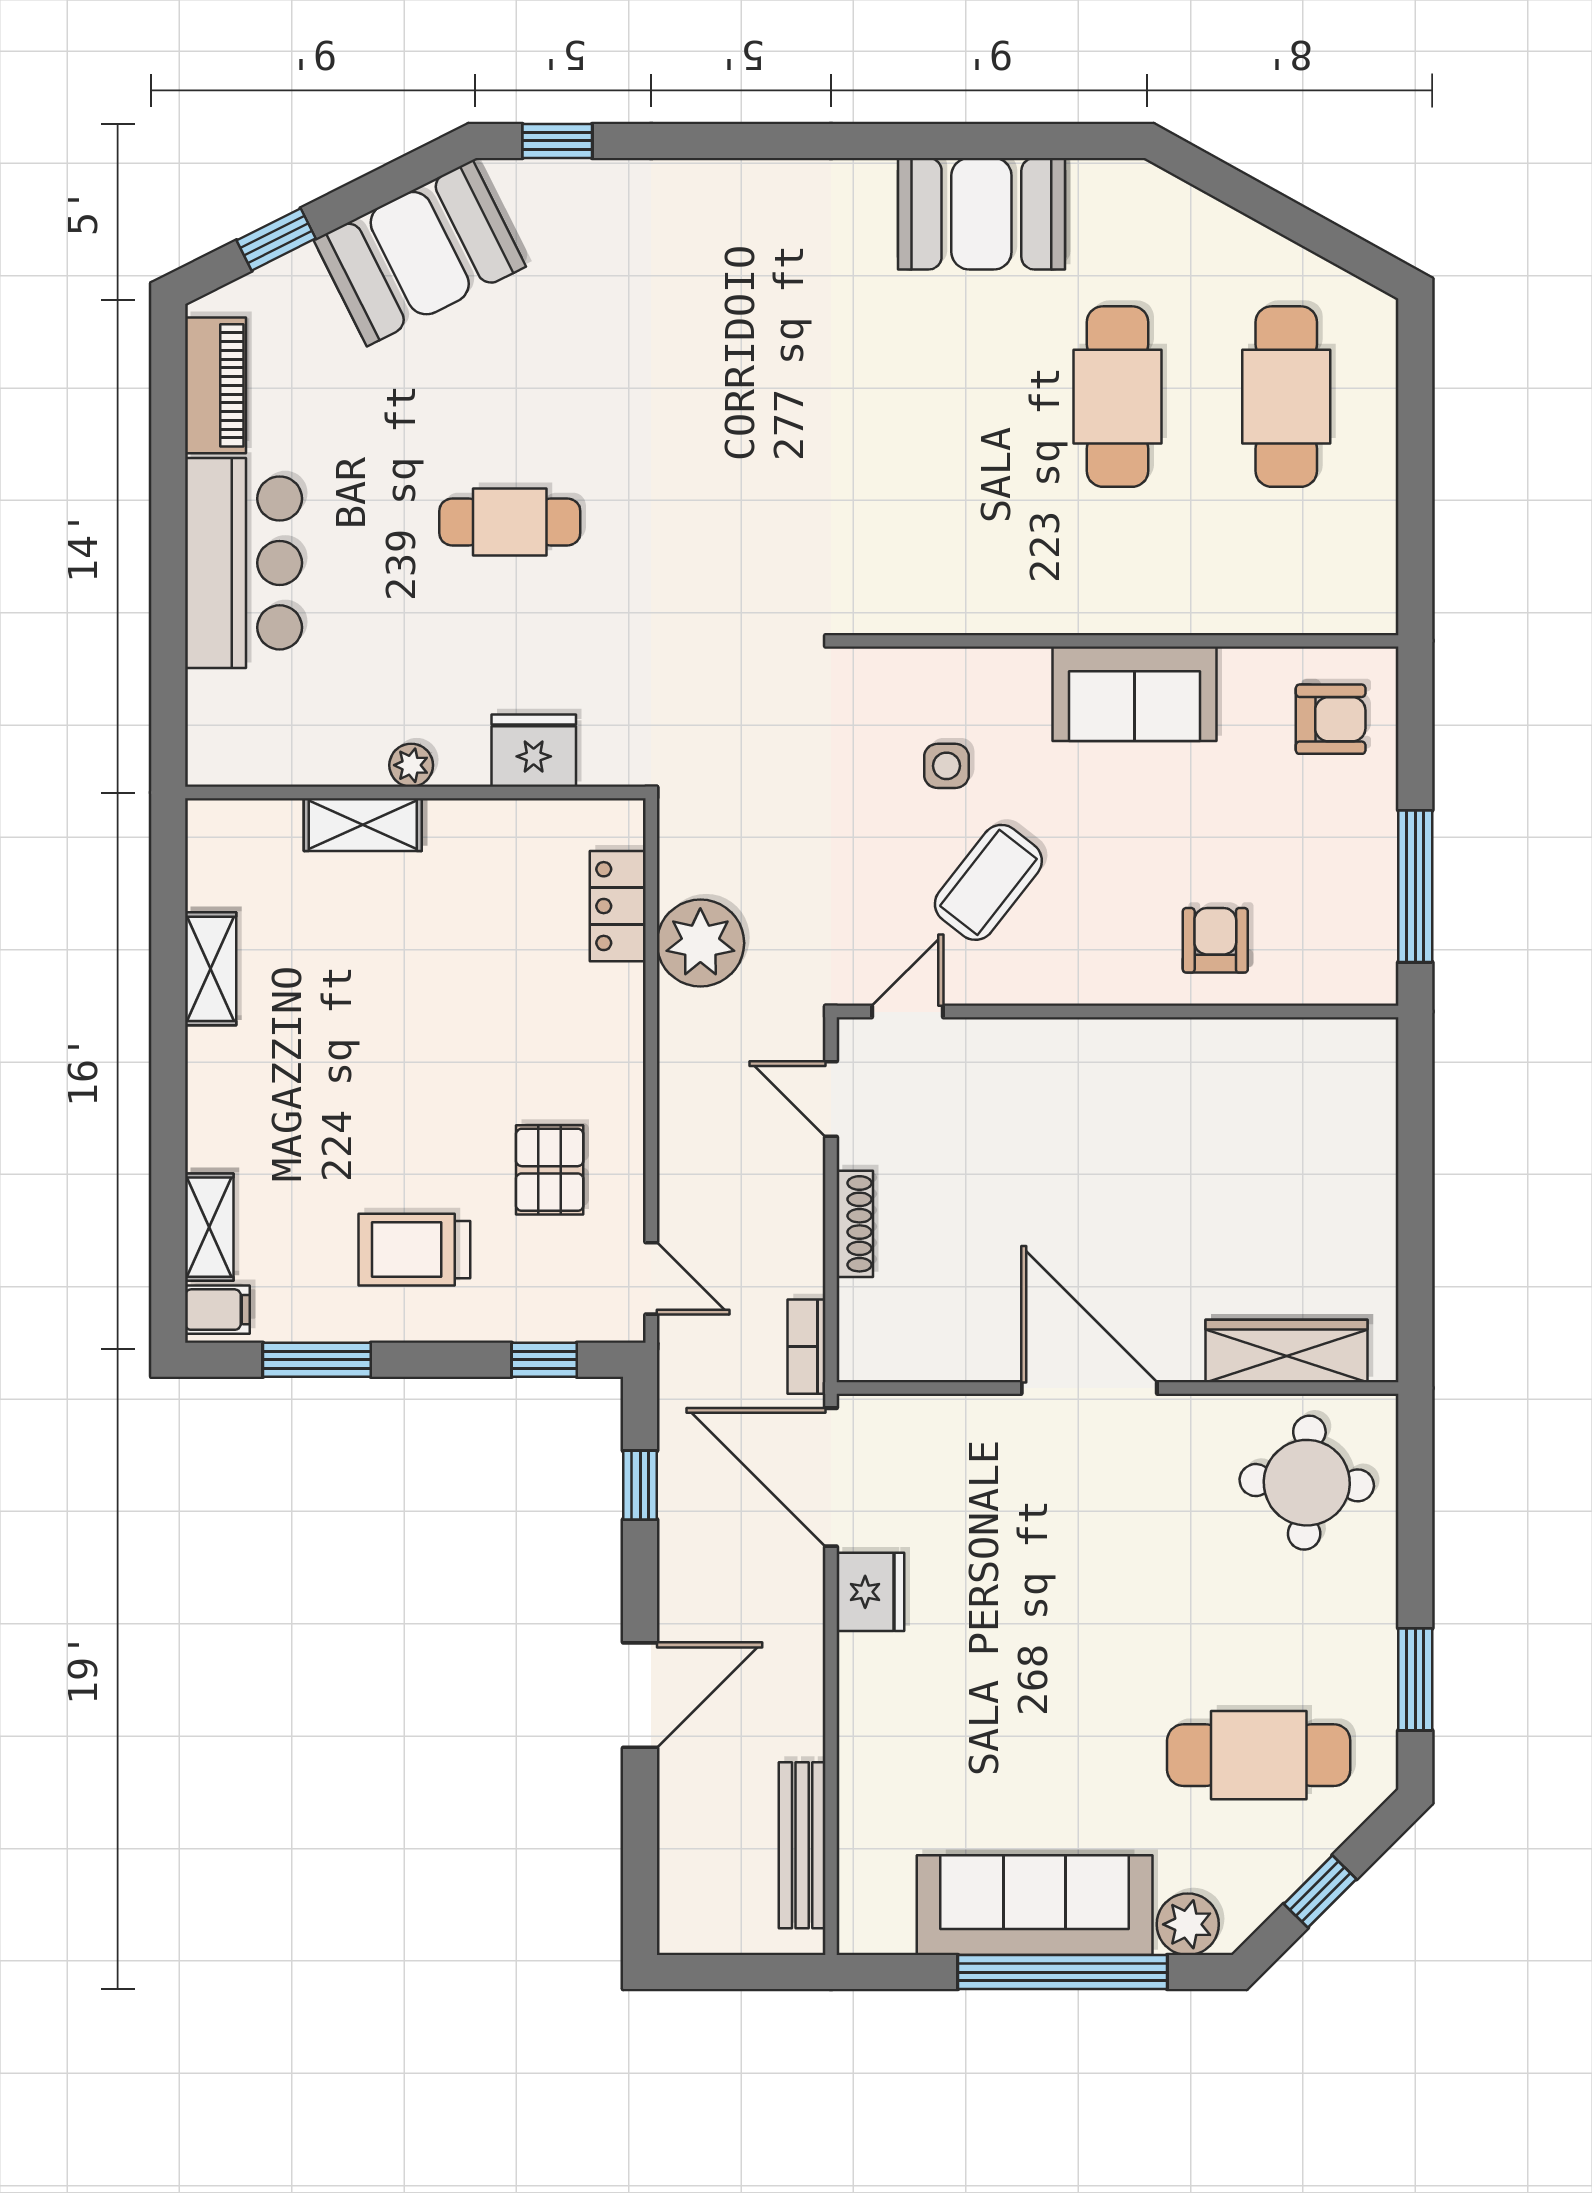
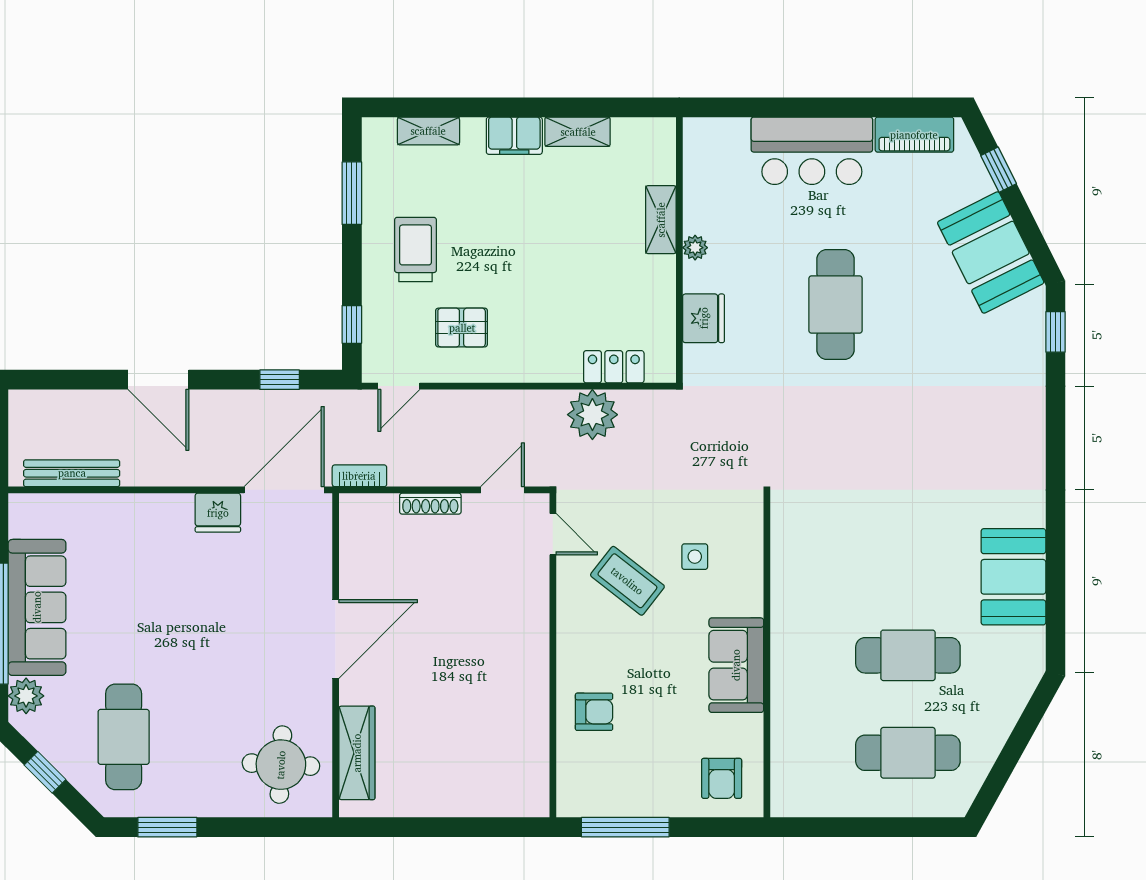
cafe table: (510, 522) -> (835, 305), width x1.37, depth x1.35
filing cabinet: (217, 1310) -> (514, 136), moved, width x2.00

